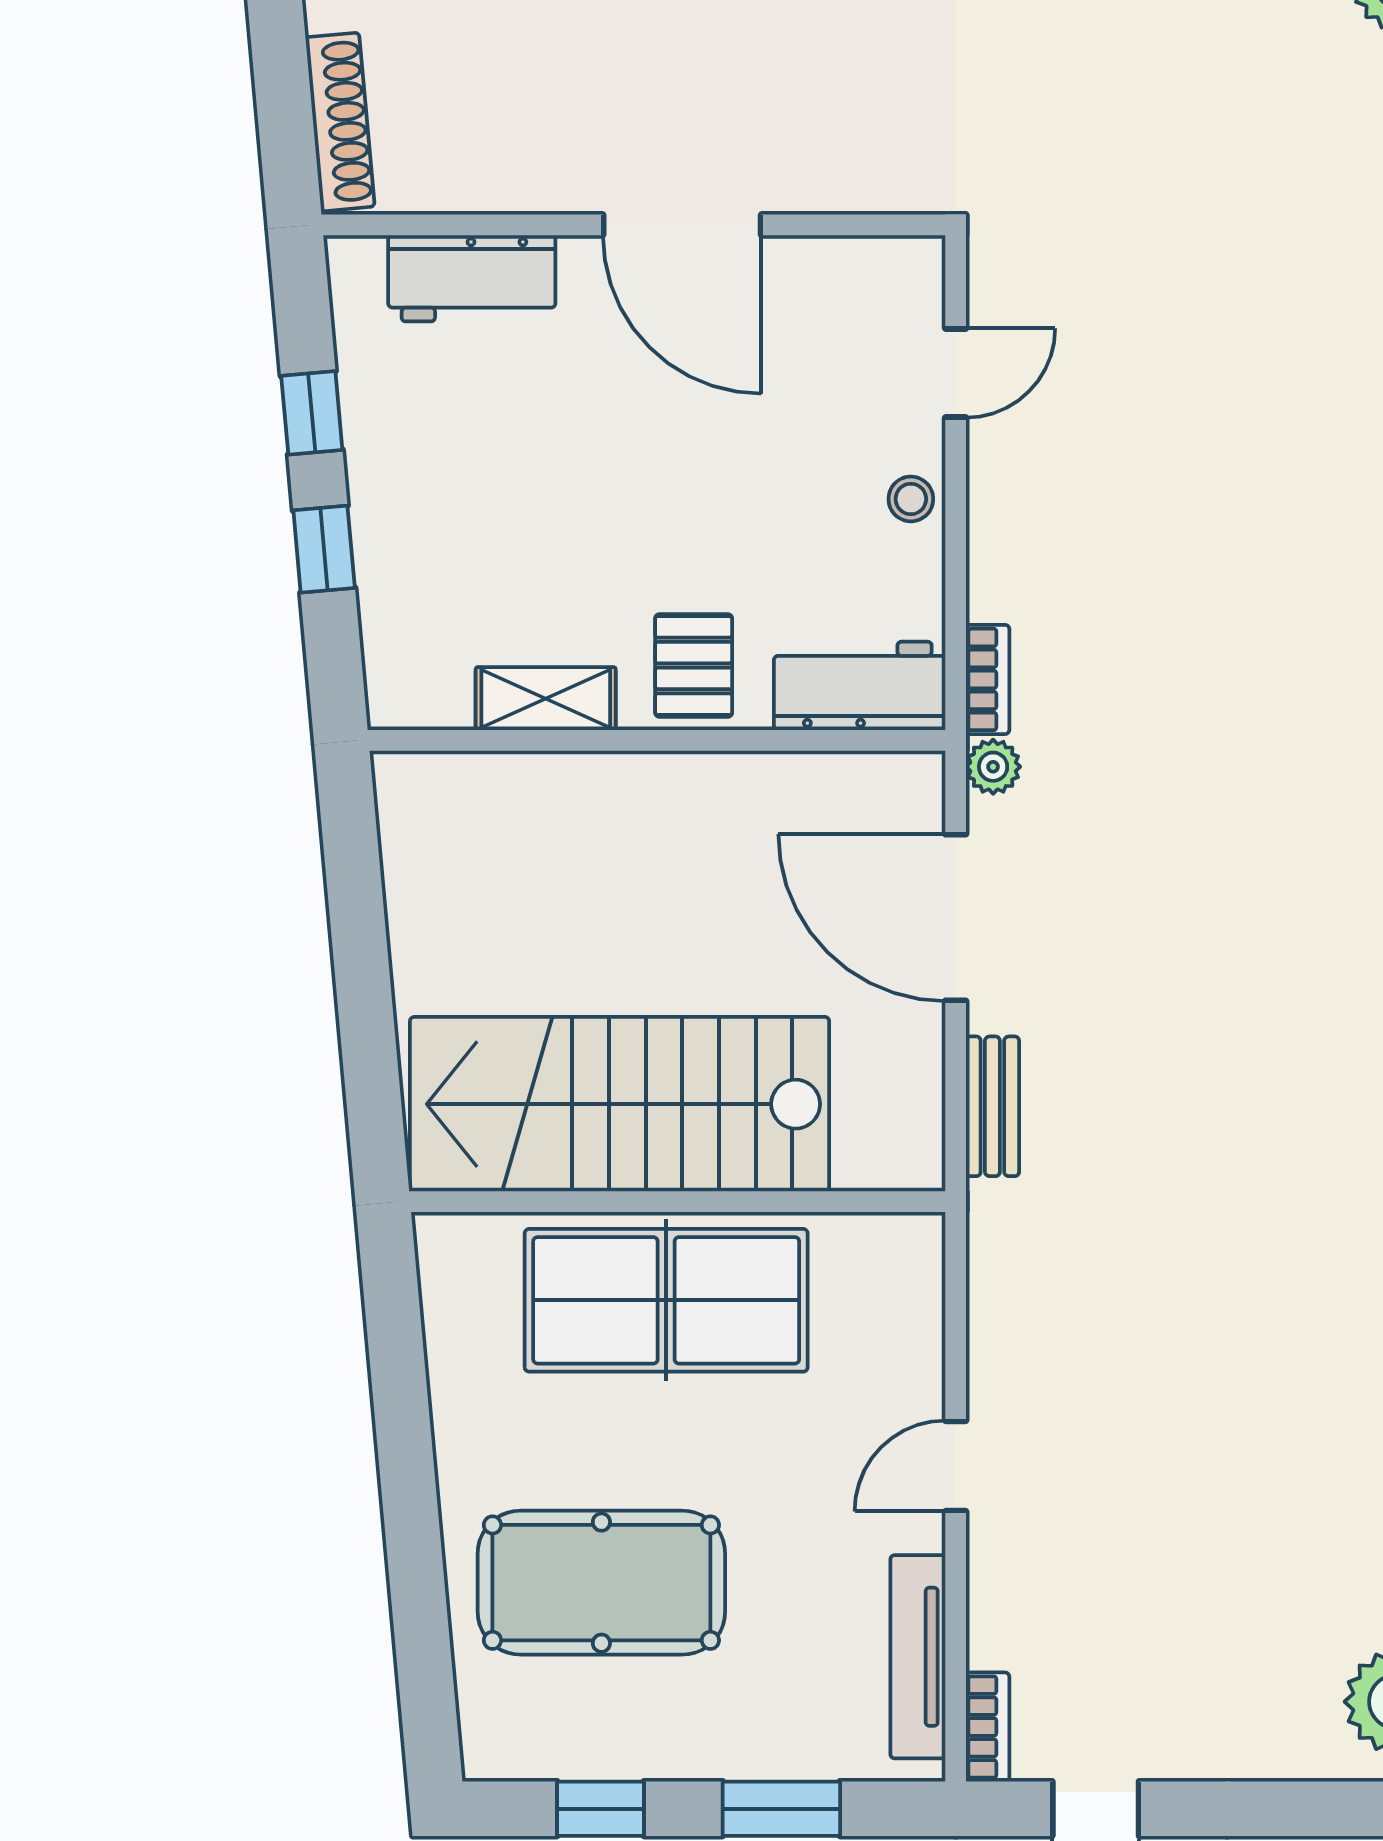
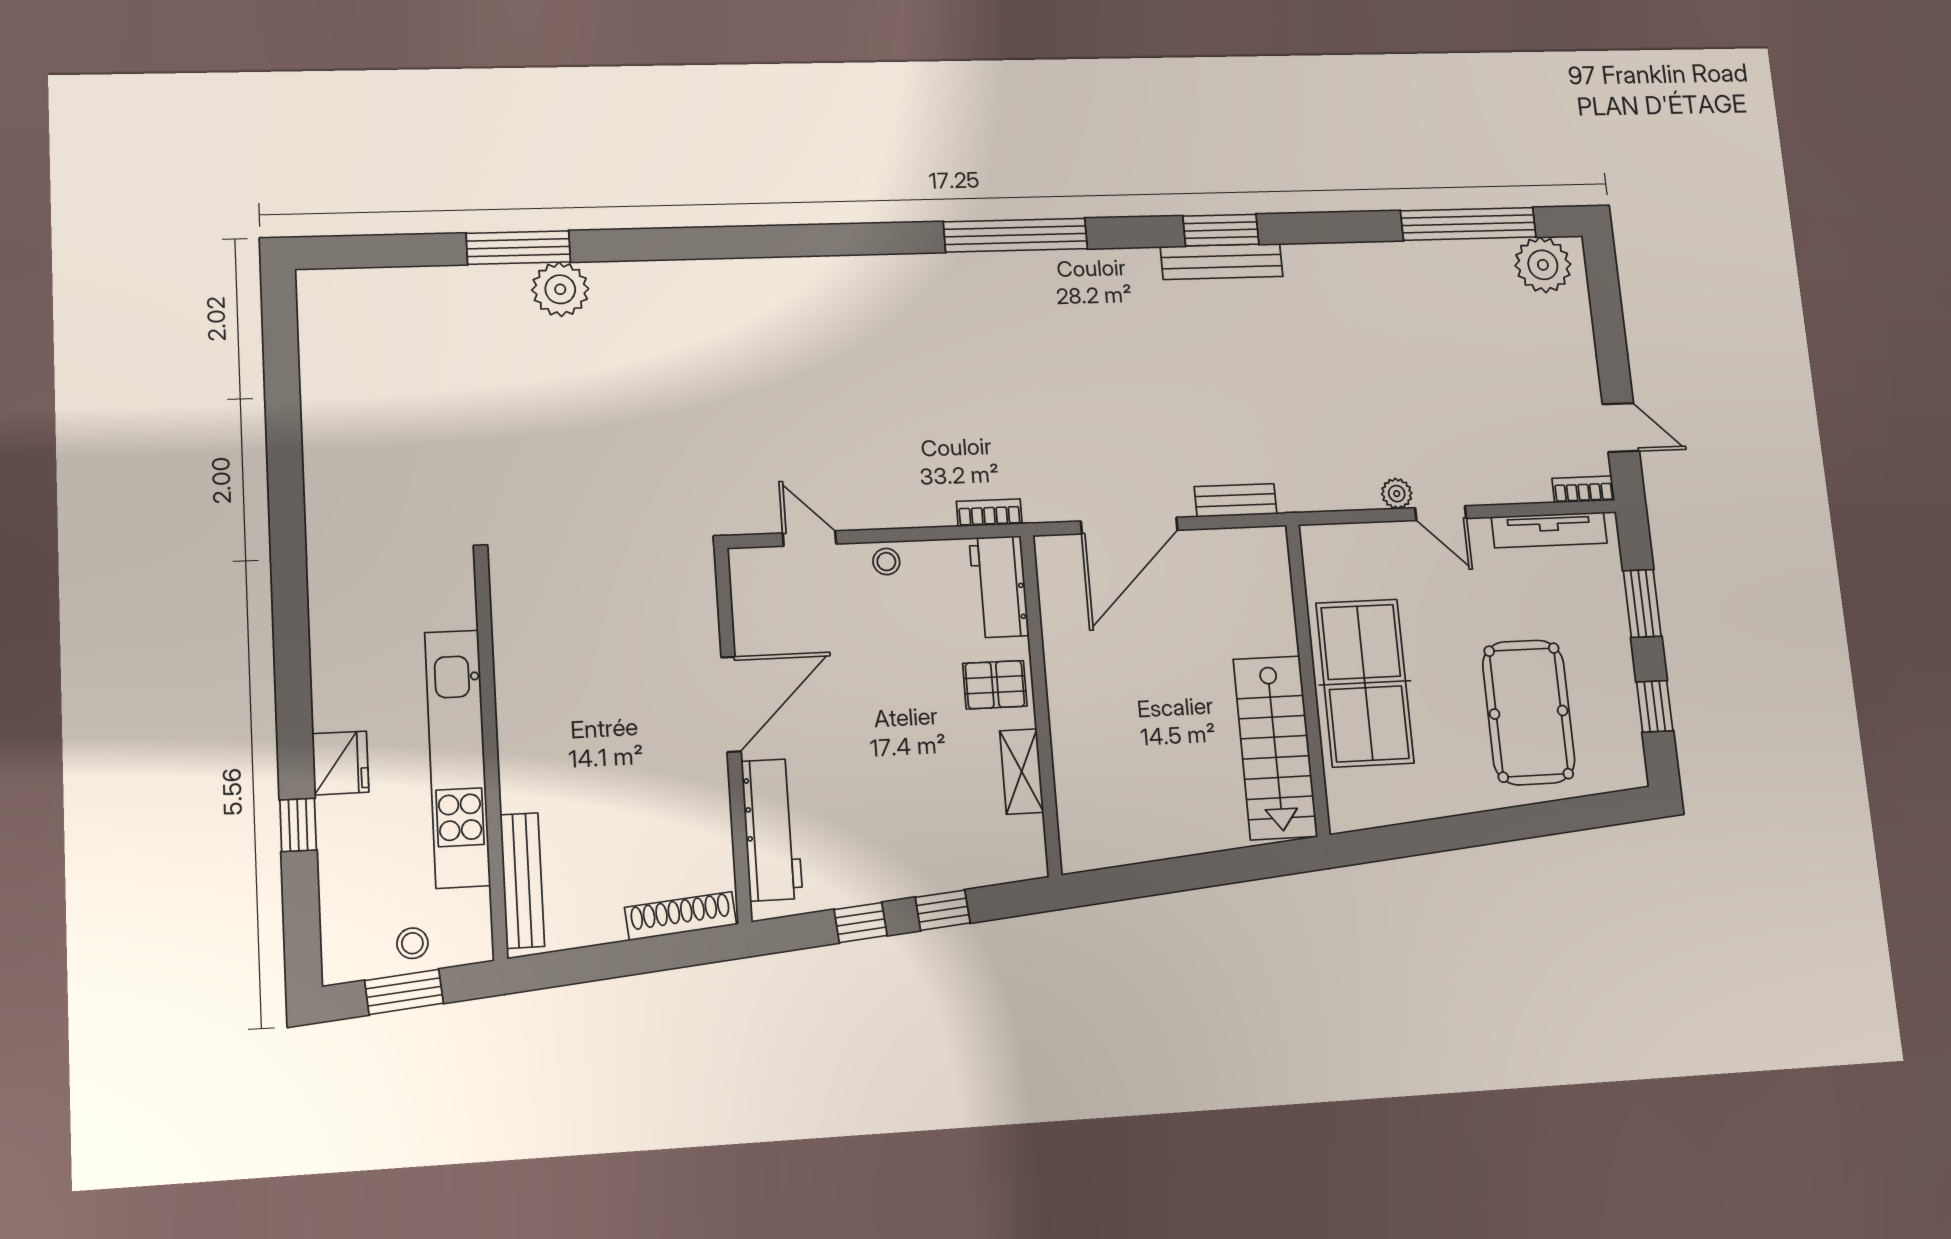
workbench: (472, 278) -> (772, 830), width x1.38
plant: (993, 767) -> (1397, 494), moved
stairs: (620, 1104) -> (1275, 747), width x0.73, depth x0.66

